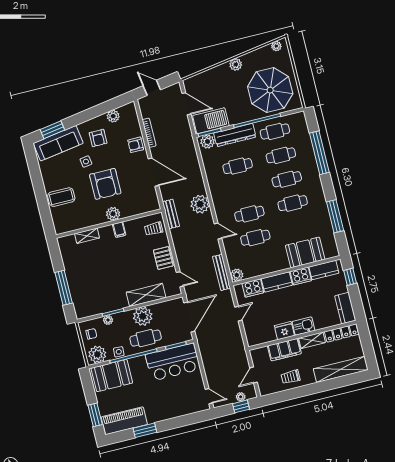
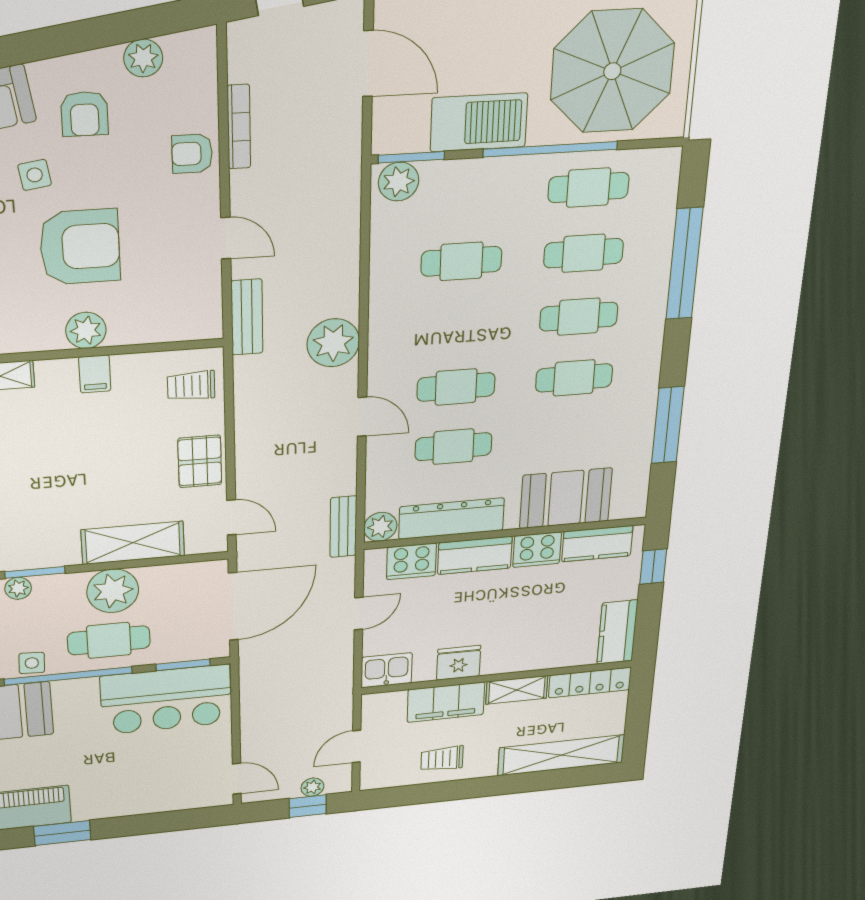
barbecue: (211, 121) -> (479, 122), moved
dresser: (235, 135) -> (452, 519), moved, turned 180
door: (153, 172) -> (226, 238), width x0.53
armchair: (105, 184) -> (80, 247), turned -90
bench: (171, 214) -> (247, 317), moved
bench: (222, 272) -> (343, 527), width x0.73
kitchen sink: (303, 326) -> (387, 670), moved

